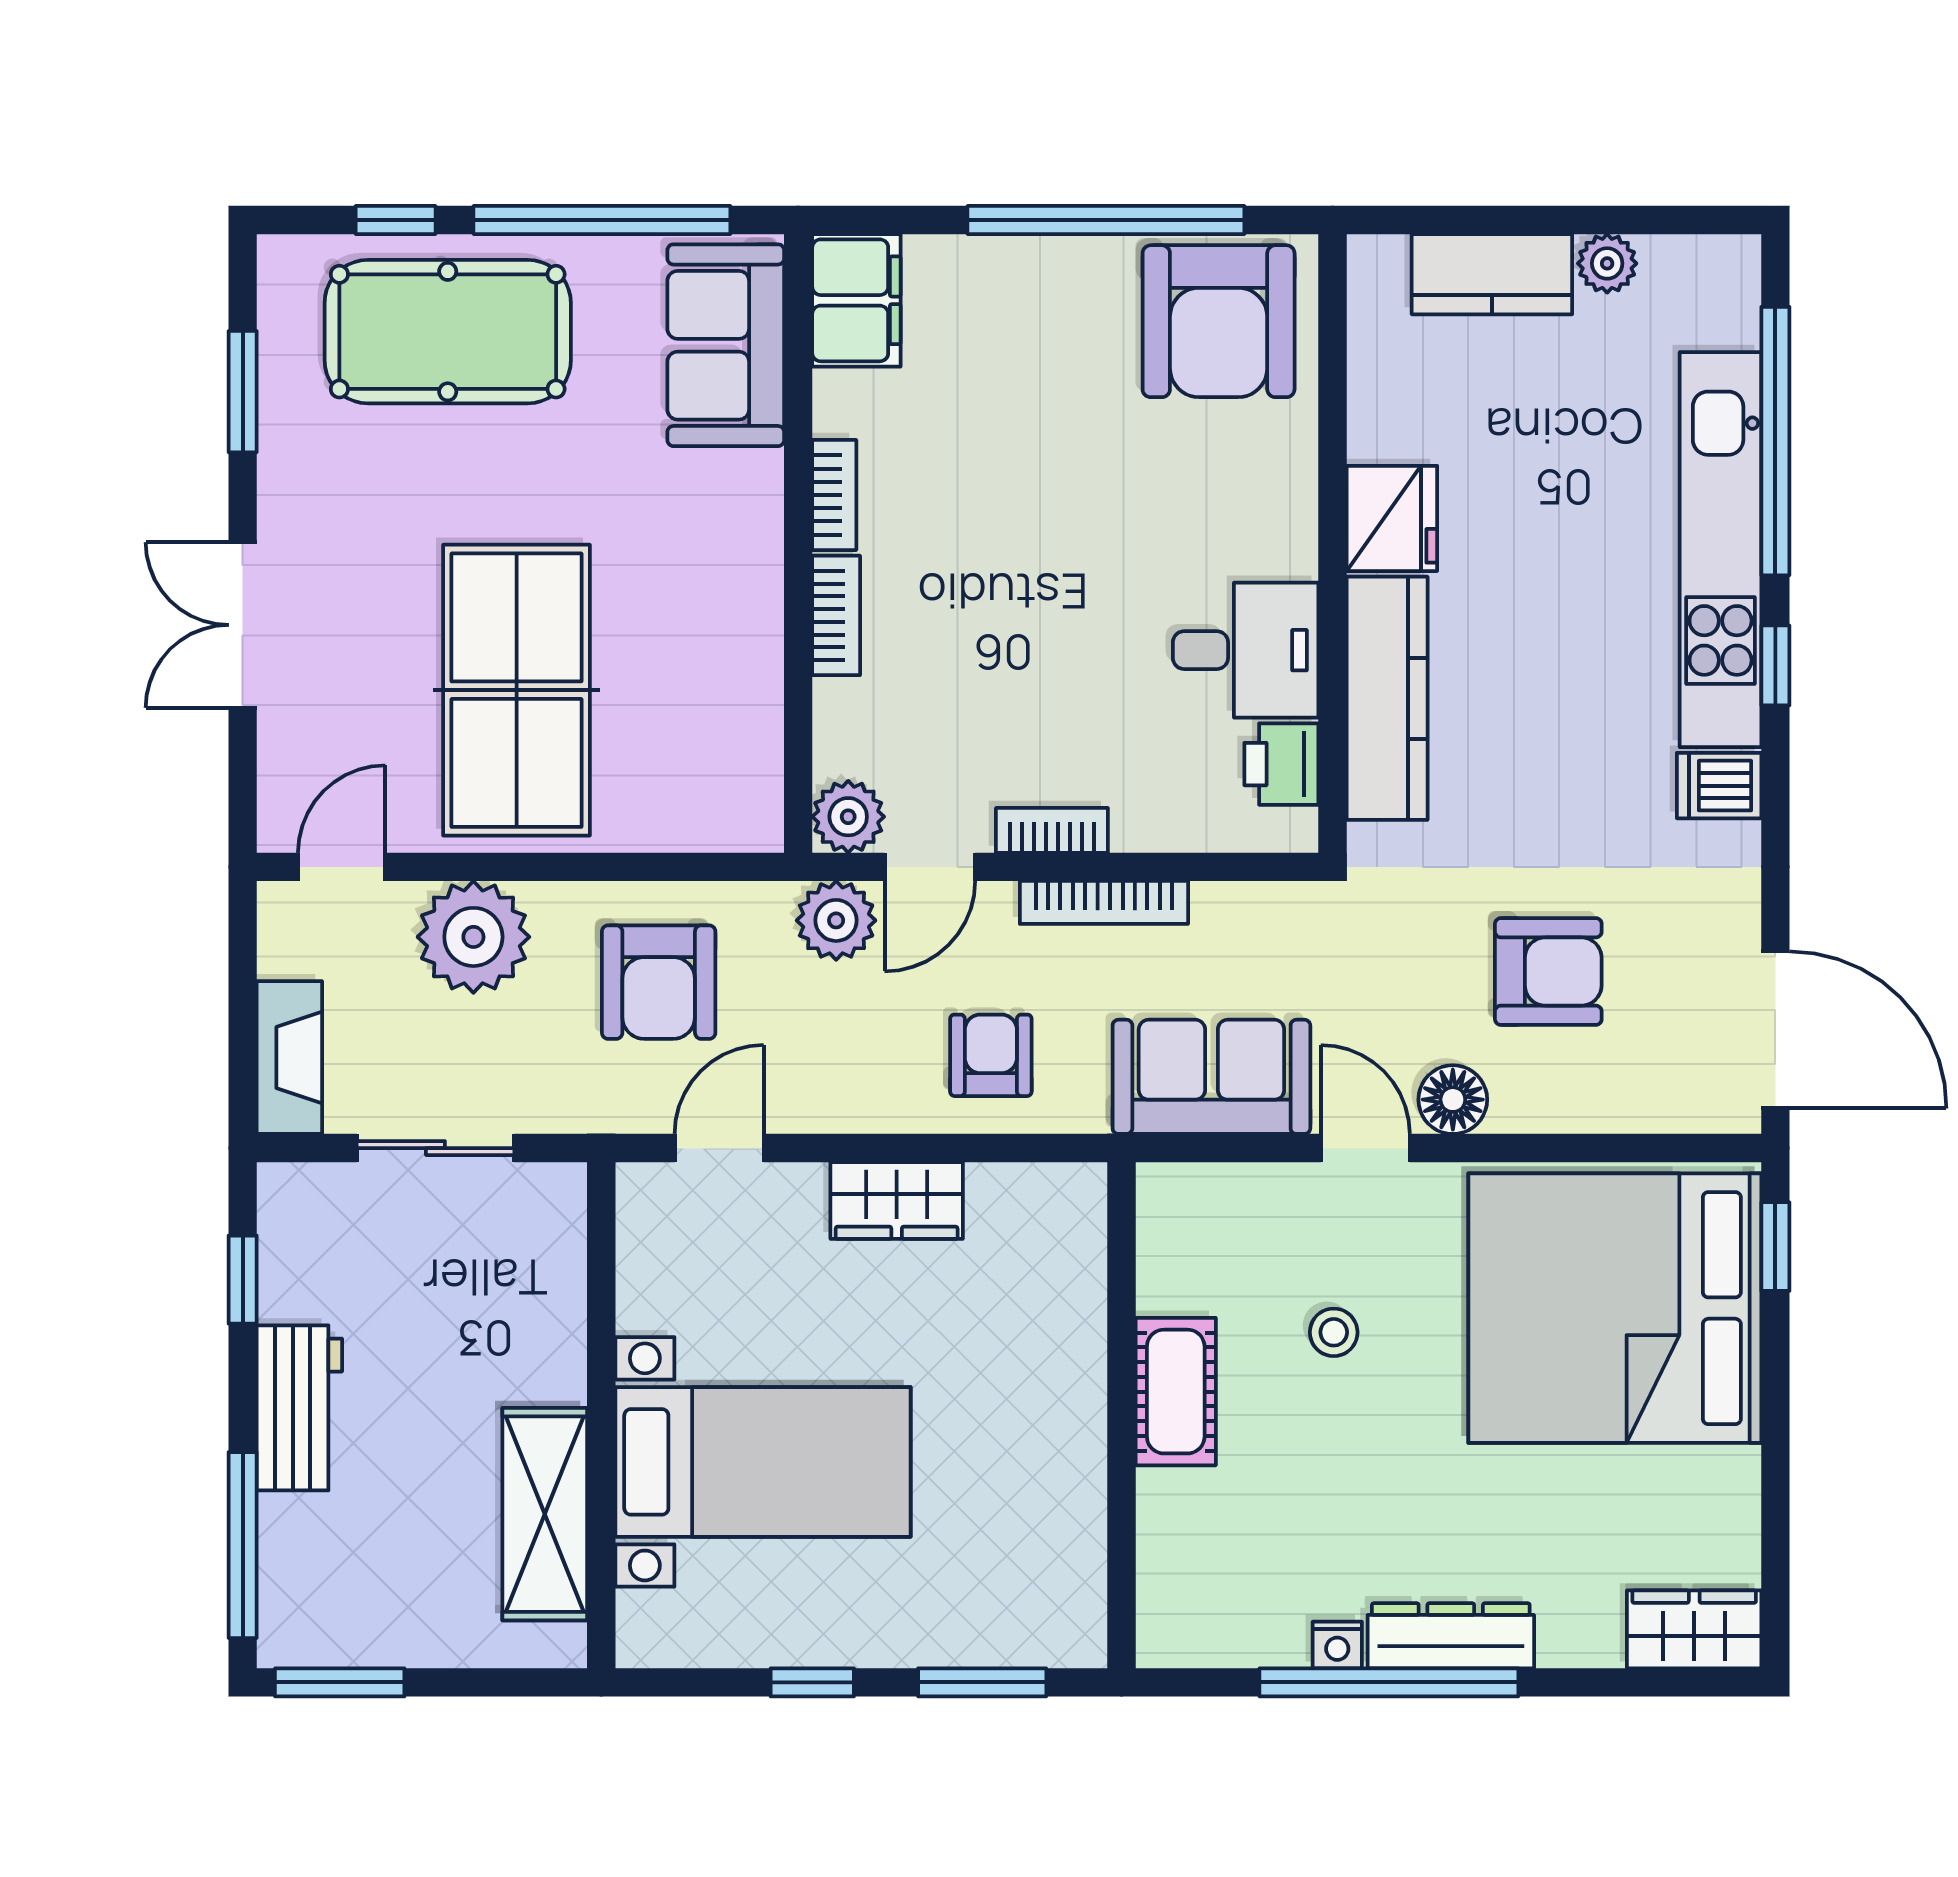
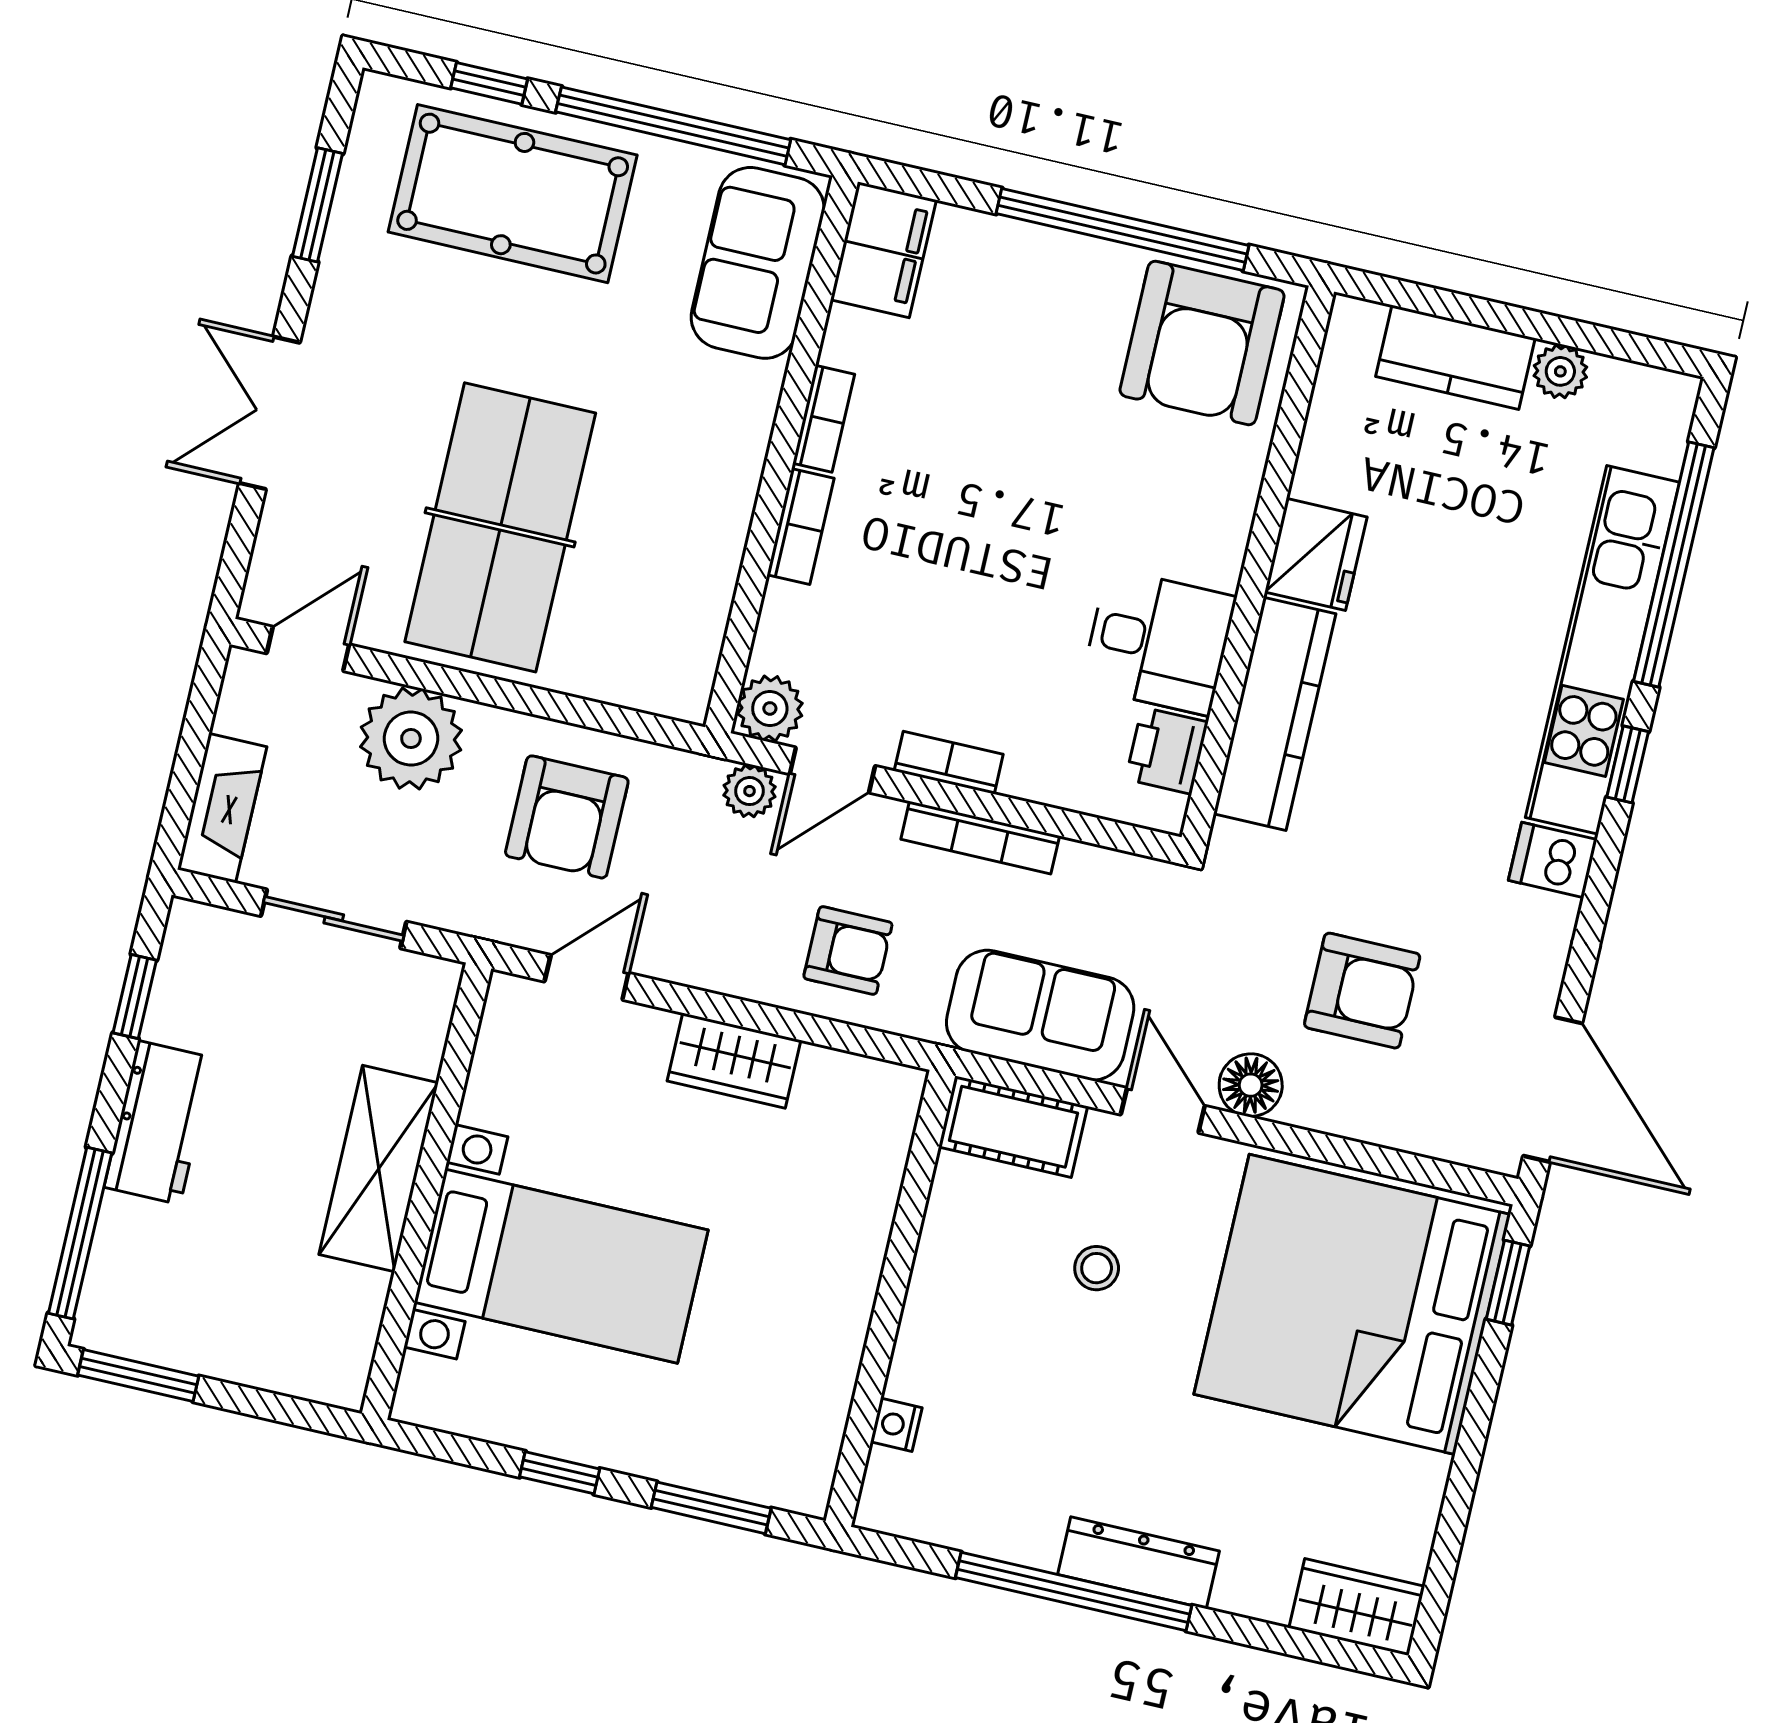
plant: (836, 920) -> (750, 791), width x0.73, depth x0.73
armchair: (991, 1055) -> (848, 951), turned 90
cot: (1176, 1392) -> (1014, 1127), moved, turned 90
shelving: (545, 1514) -> (379, 1169), moved
nightstand: (1337, 1645) -> (896, 1425), moved, turned 90

